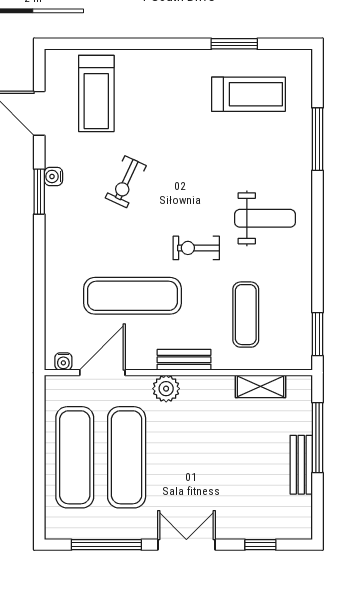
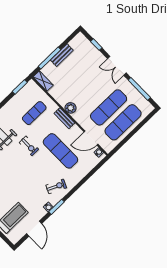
exercise bike: (126, 182) -> (56, 186), moved
shelving: (260, 386) -> (43, 81), moved
plant: (166, 389) -> (71, 108), moved

